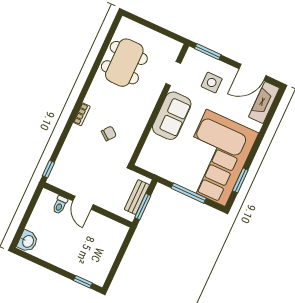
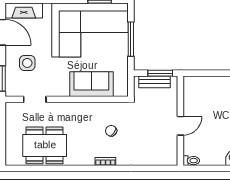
sofa: (172, 116) -> (91, 84), moved
window: (49, 169) -> (165, 168), removed
toilet: (60, 205) -> (191, 161), moved

